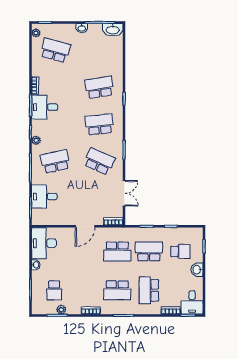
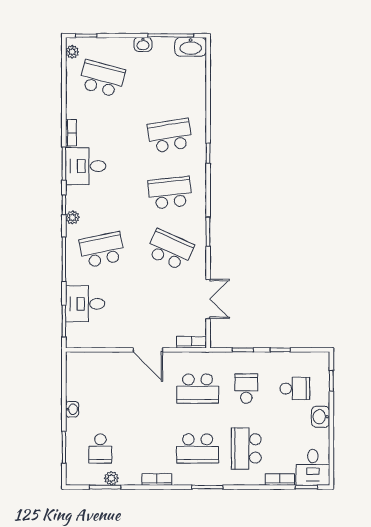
door: (85, 226) -> (148, 350), hinge flipped
desk: (44, 243) -> (85, 376), removed
school desk: (149, 251) -> (246, 389), width x0.54

